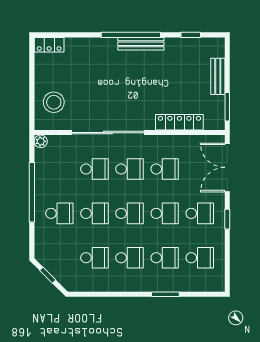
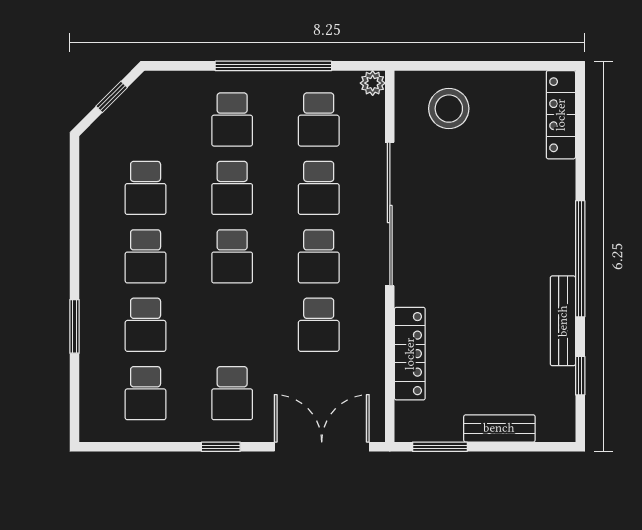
bench: (141, 44) -> (563, 321), moved
locker: (49, 45) -> (561, 115), width x1.53
school desk: (165, 213) -> (319, 119), moved

